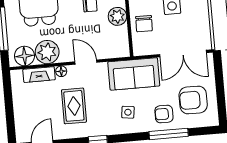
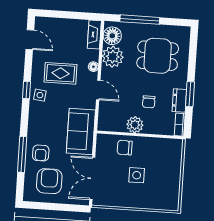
door: (86, 62) -> (98, 90), hinge flipped
fireplace: (39, 75) -> (94, 35), moved
side table: (128, 112) -> (40, 95), moved
armchair: (164, 114) -> (41, 153), turned 180

